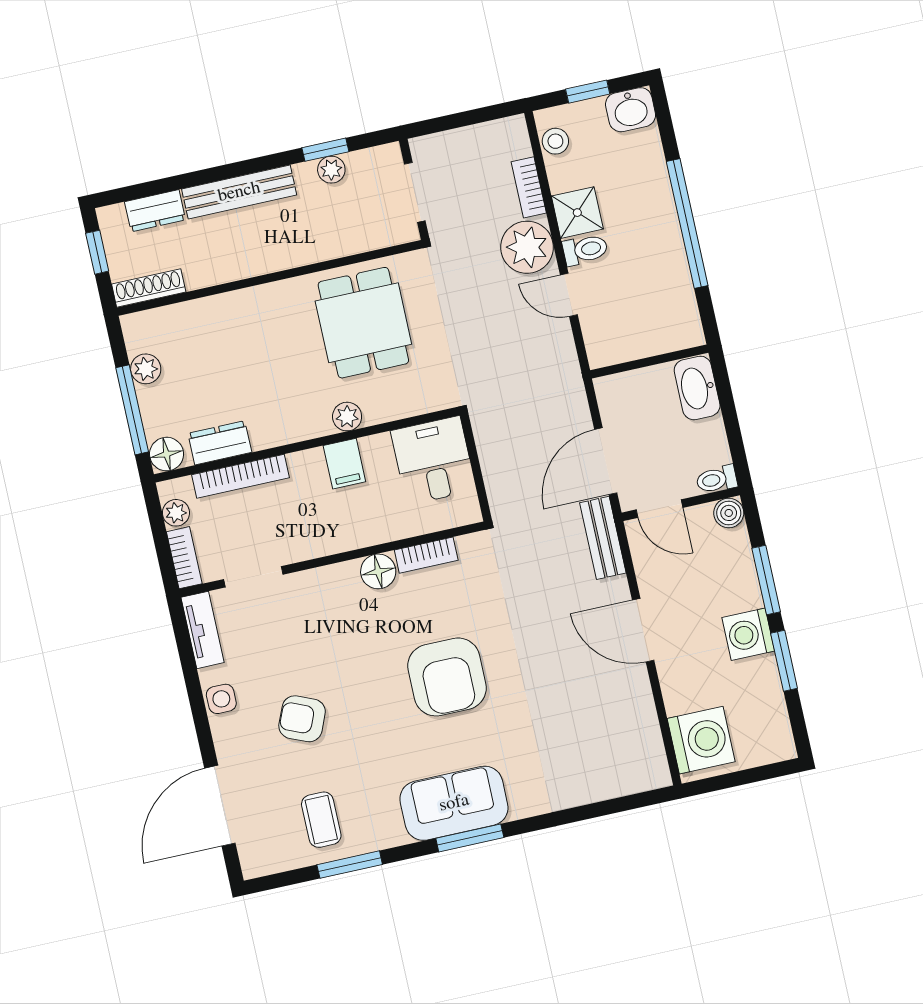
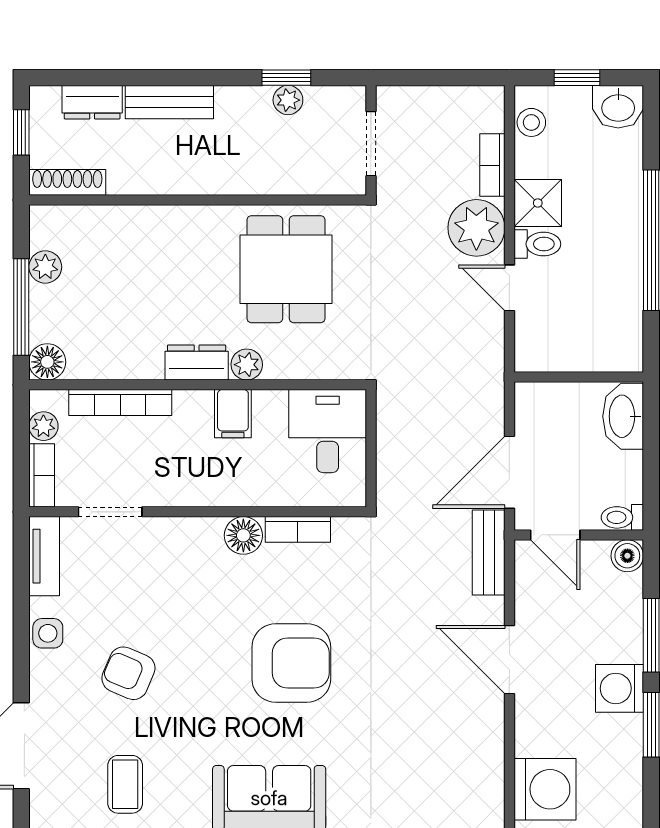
bench: (239, 192) -> (169, 102), width x0.73
dresser: (220, 443) -> (197, 362), moved
armchair: (447, 677) -> (291, 663), turned -90

